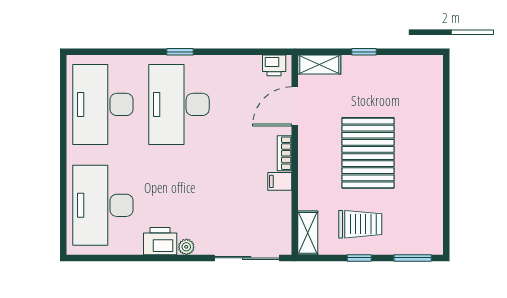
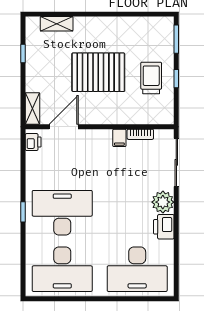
window: (364, 52) -> (23, 53), moved
desk: (179, 104) -> (62, 213), turned 180
door: (295, 106) -> (64, 127), swing flipped
bookcase: (285, 153) -> (140, 134), moved
shelving: (308, 233) -> (57, 24), moved
plant: (186, 247) -> (163, 202), width x1.88, depth x1.88

